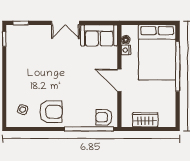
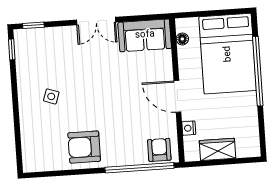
nightstand: (126, 50) -> (189, 128), moved
side table: (23, 110) -> (51, 96), moved
armchair: (51, 112) -> (84, 147), turned 180
armchair: (104, 117) -> (159, 150), turned 90

